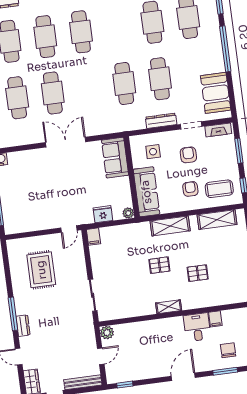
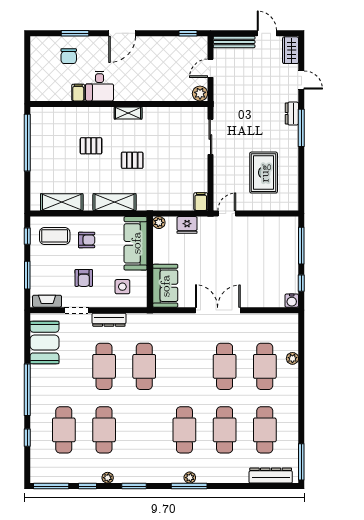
double door: (66, 142) -> (218, 310), swing flipped
armchair: (190, 189) -> (87, 240), turned -90

